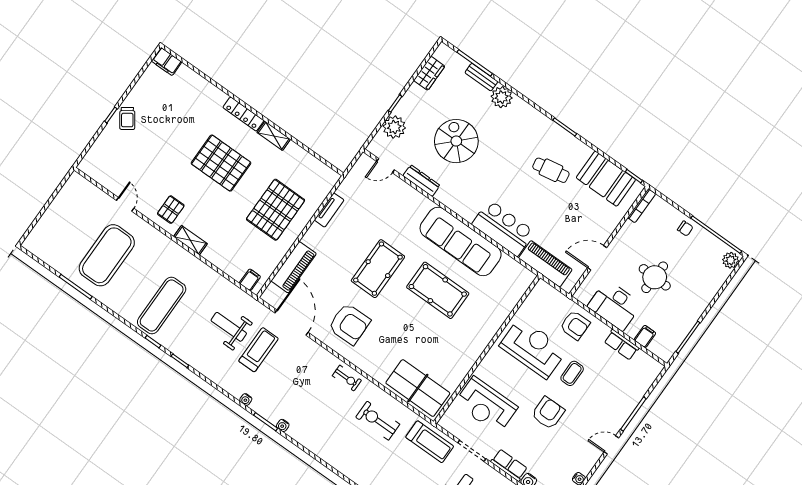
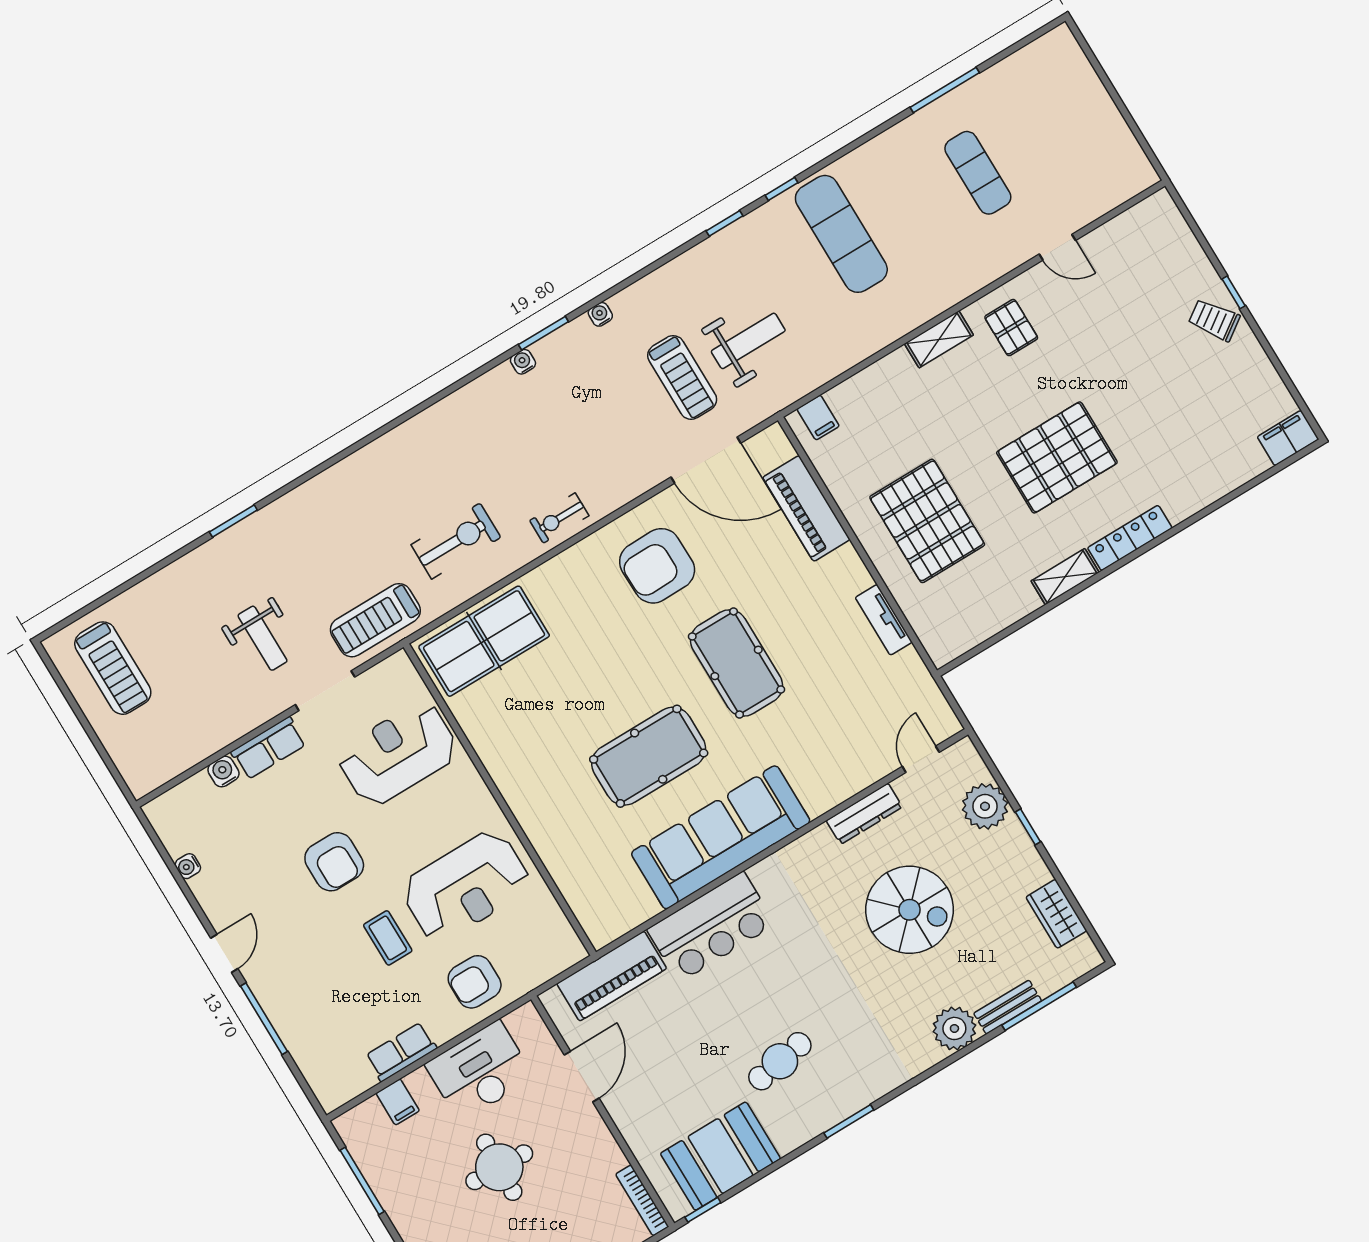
exercise mat: (107, 255) -> (978, 173), width x0.50, depth x0.69

